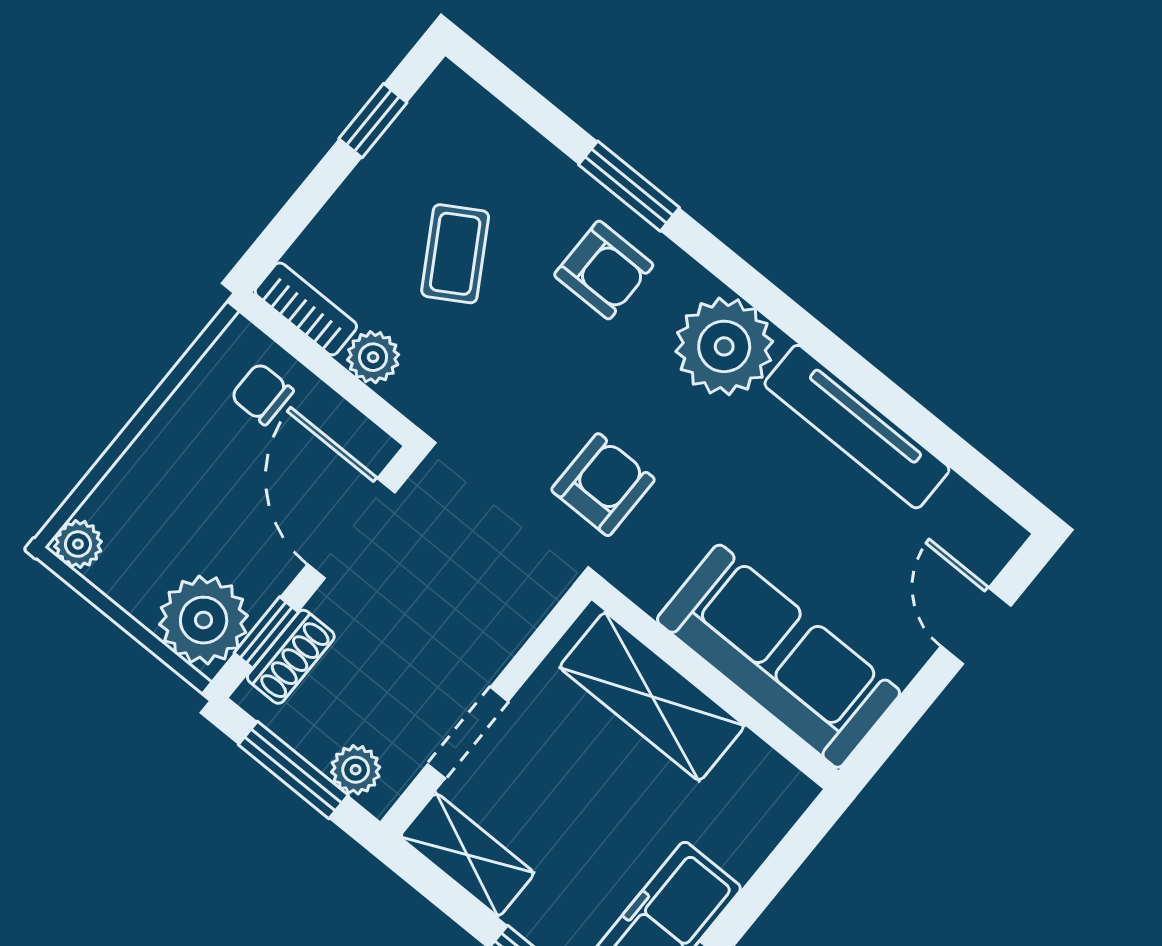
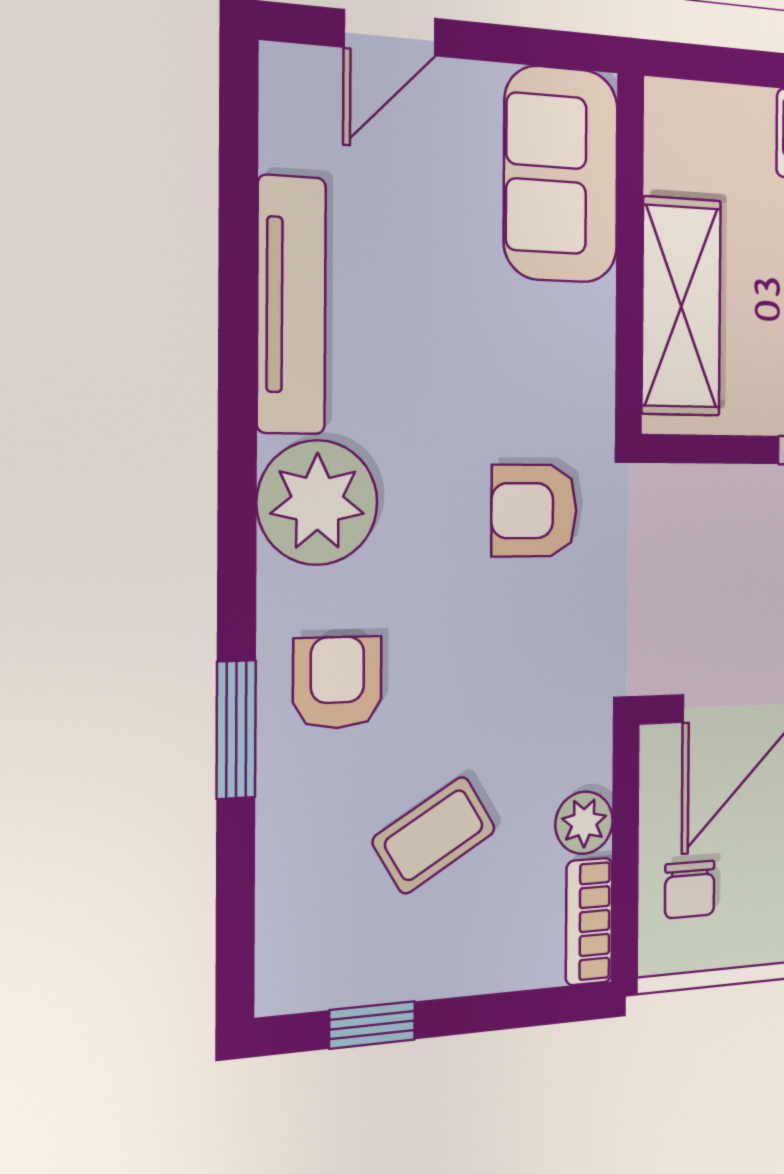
sofa: (779, 656) -> (561, 175), width x0.73

